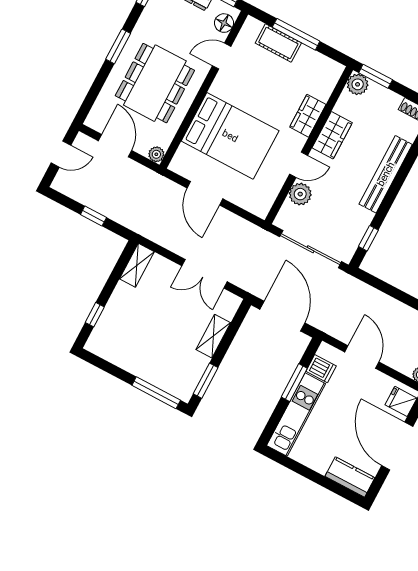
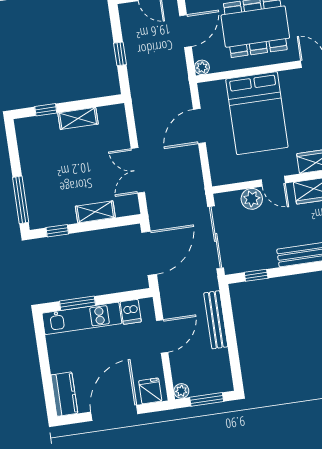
shelving: (137, 265) -> (78, 118), moved
bench: (381, 301) -> (216, 320), added
window: (206, 381) -> (57, 231), width x0.67
window: (294, 383) -> (77, 303), moved

